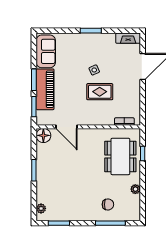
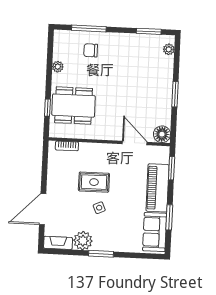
plant: (107, 41) -> (83, 241), added
window: (34, 80) -> (169, 217), moved
dining table: (120, 156) -> (74, 106), turned 90

